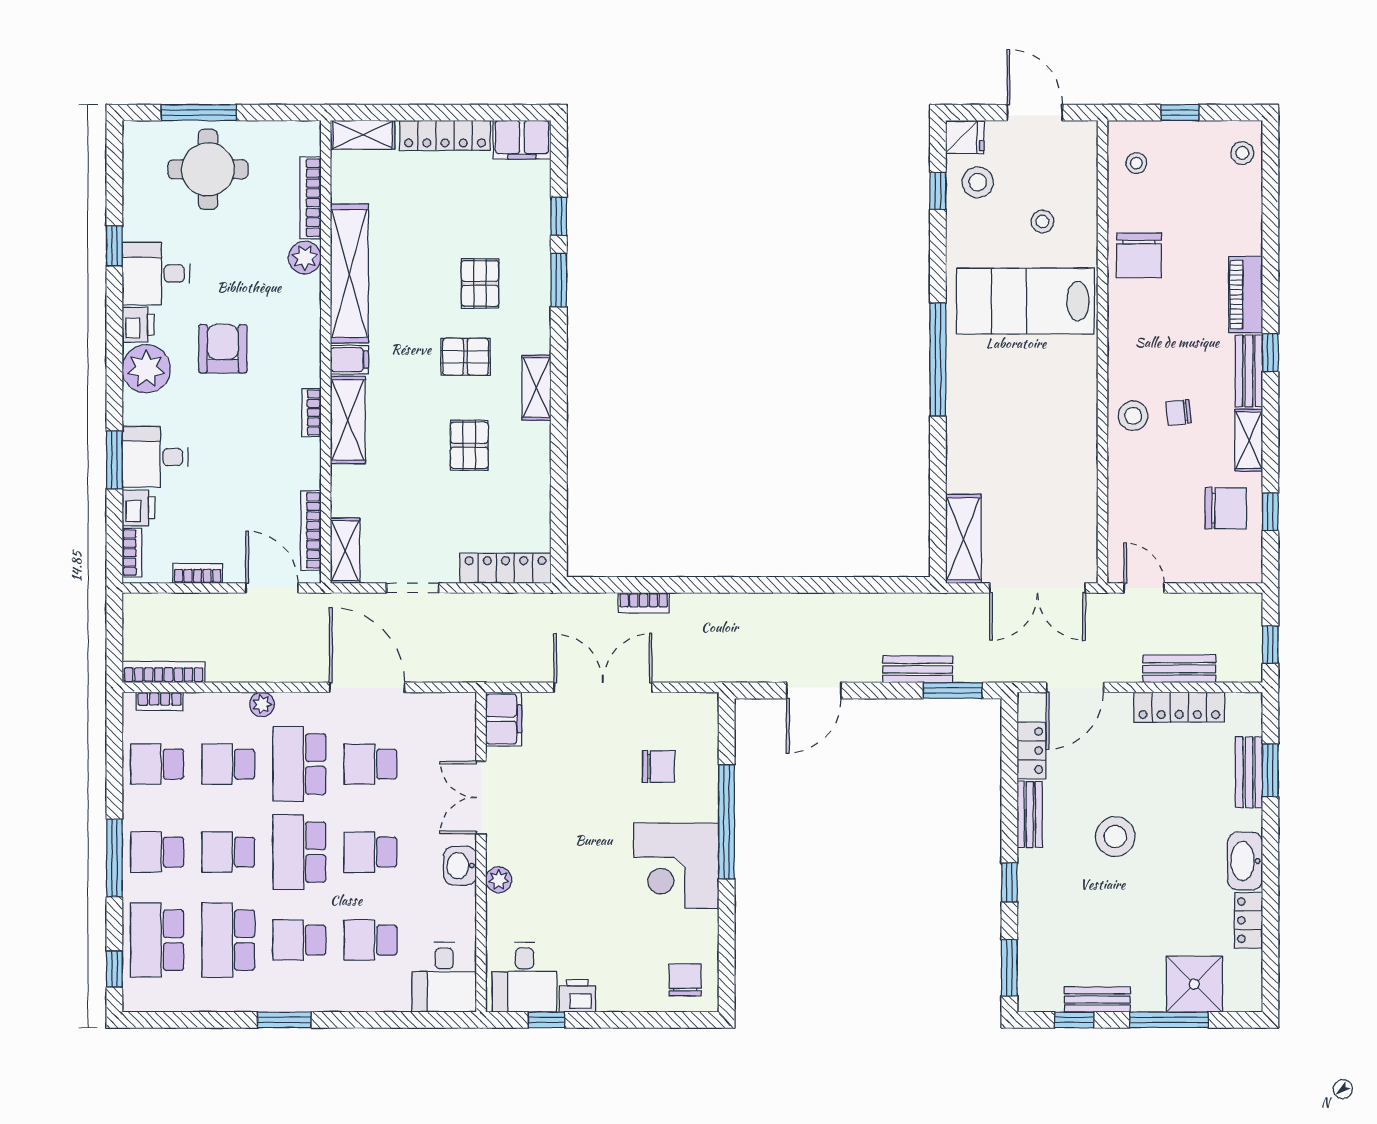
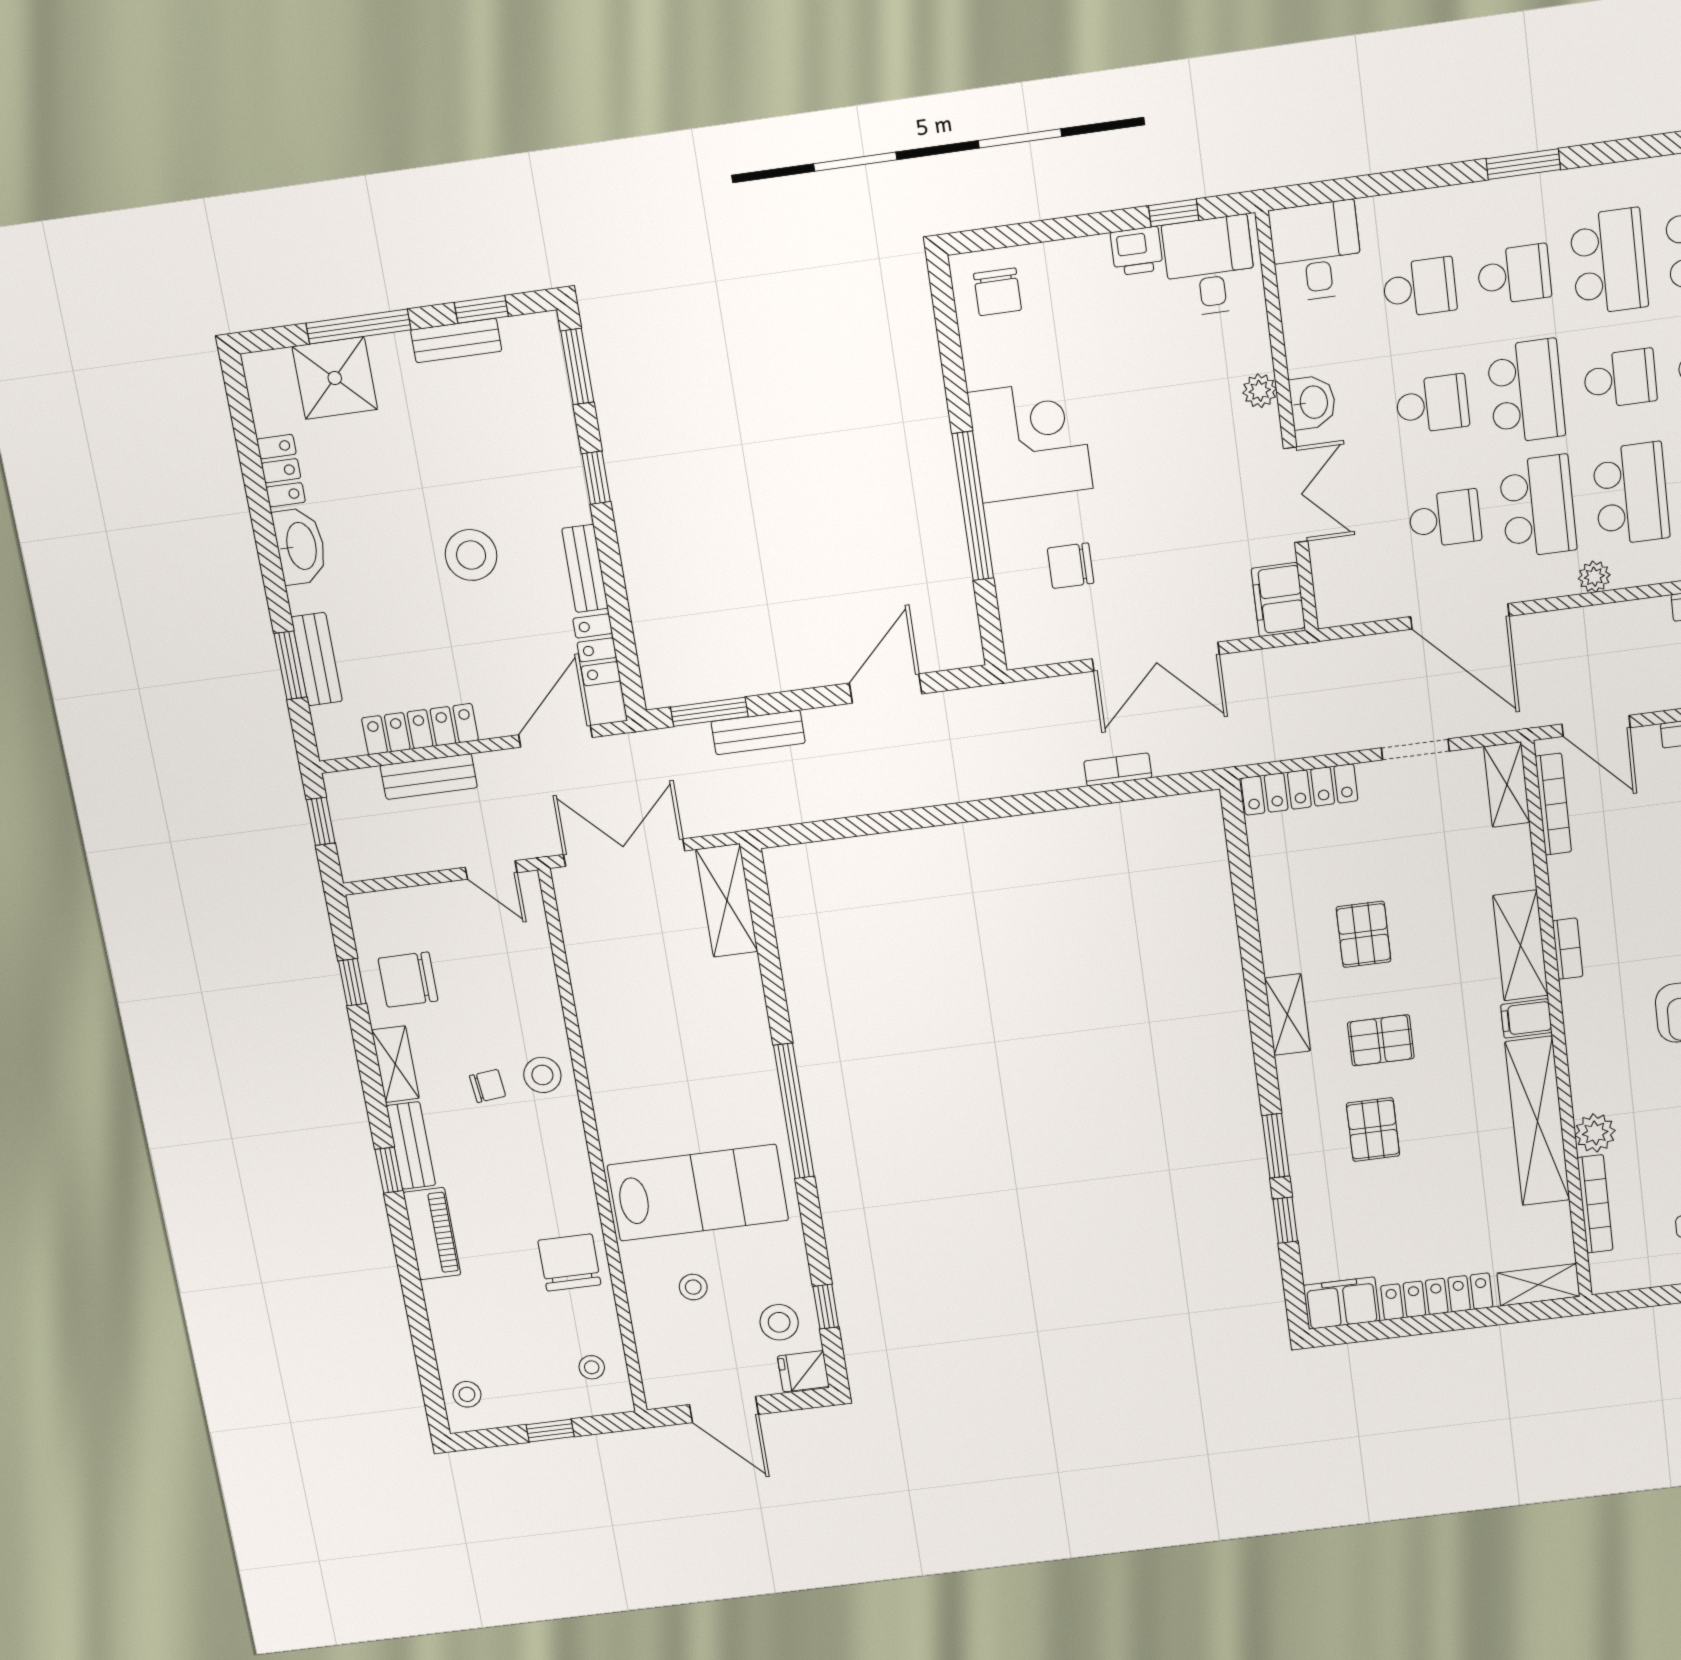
school desk: (228, 764) -> (1631, 494), width x1.85

